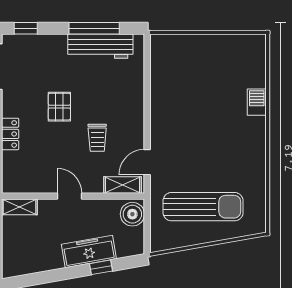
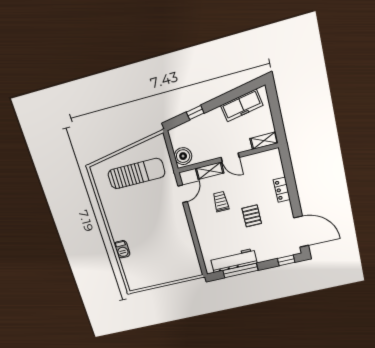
shelving: (123, 185) -> (210, 171), moved
sun lounger: (203, 207) -> (136, 174), turned 180
freezer: (89, 252) -> (242, 105), moved

